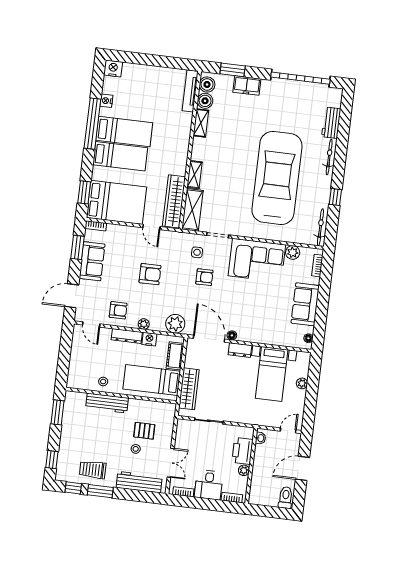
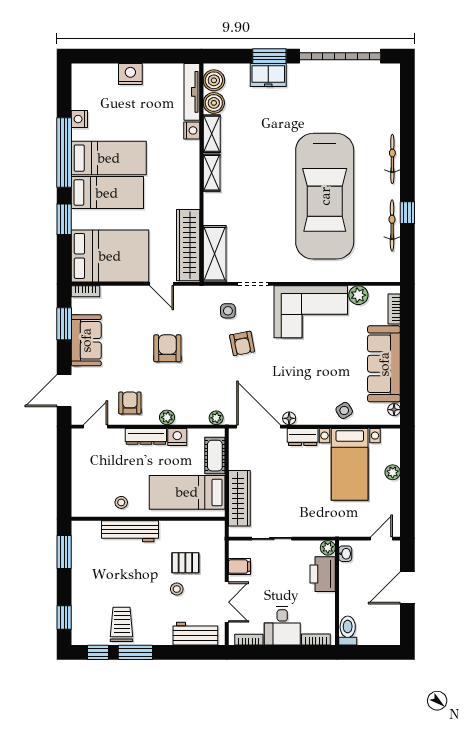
nightstand: (113, 68) -> (130, 74), moved
window: (233, 70) -> (269, 56), moved
nightstand: (187, 119) -> (192, 130), added
workbench: (331, 123) -> (389, 112), removed
shelving: (194, 175) -> (212, 173), moved
car: (277, 178) -> (325, 196), turned 180
window: (84, 192) -> (64, 219), moved
bicycle: (320, 227) -> (392, 226), moved
armchair: (150, 274) -> (167, 348), turned -90
armchair: (204, 277) -> (242, 343), turned 79
sofa: (305, 304) -> (384, 364), width x1.36
armchair: (118, 310) -> (130, 403), turned -90
door: (91, 324) -> (96, 427), swing flipped
plant: (175, 324) -> (216, 418), width x0.53, depth x0.53
side table: (272, 335) -> (344, 410), added
filing cabinet: (183, 438) -> (239, 567), added
trolley: (93, 470) -> (122, 624), turned 90
plant: (244, 470) -> (328, 548), moved
workbench: (139, 482) -> (195, 634), width x0.73
toilet: (286, 498) -> (348, 631), moved

